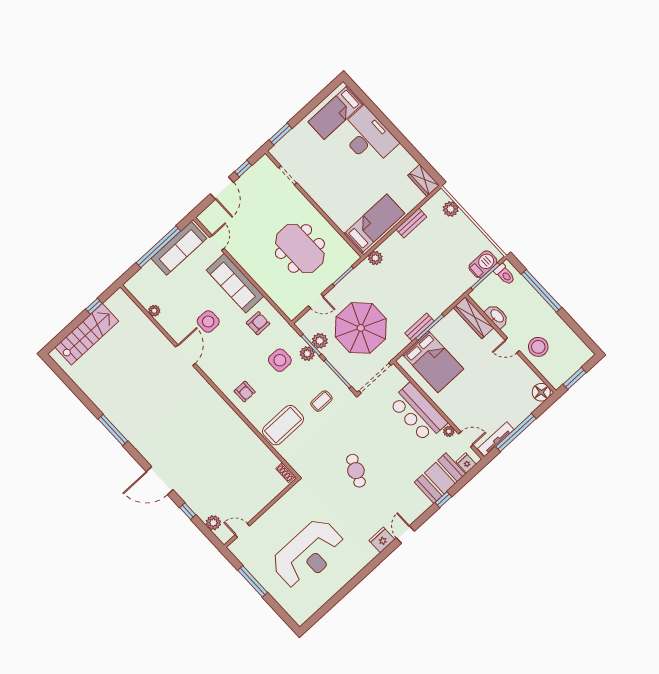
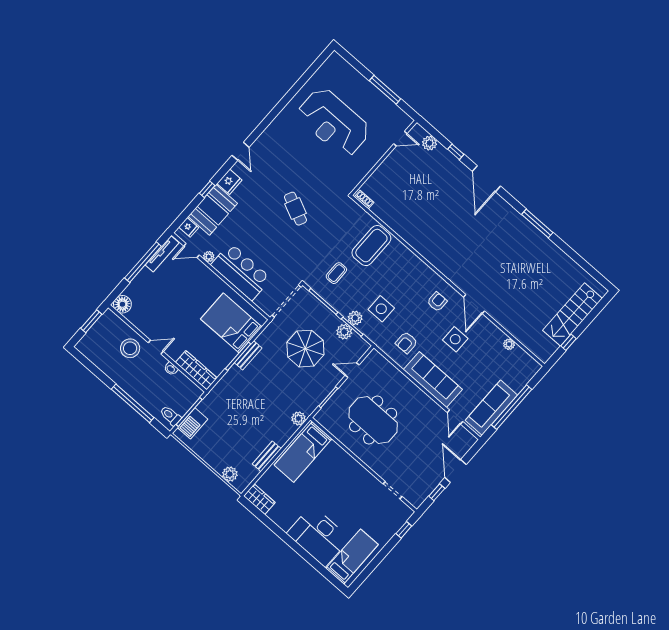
window: (281, 134) -> (404, 530), width x0.67
washbasin: (497, 316) -> (171, 369), width x0.52, depth x0.69
parasol: (361, 328) -> (305, 349), width x0.73, depth x0.73
armchair: (245, 392) -> (437, 302), moved, turned 90
door: (160, 481) -> (486, 179), swing flipped
fridge: (382, 540) -> (229, 182), moved
reception desk: (308, 554) -> (334, 122), turned -90

